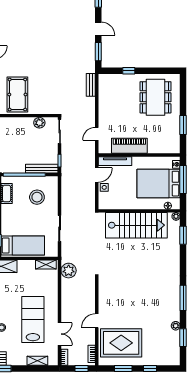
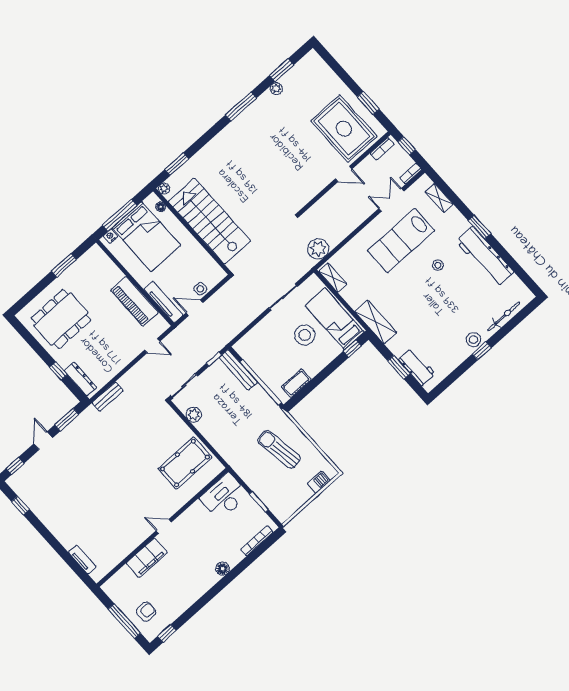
dresser: (114, 79) -> (80, 379), added
stool: (37, 197) -> (305, 335), moved
window: (150, 368) -> (344, 76), removed

